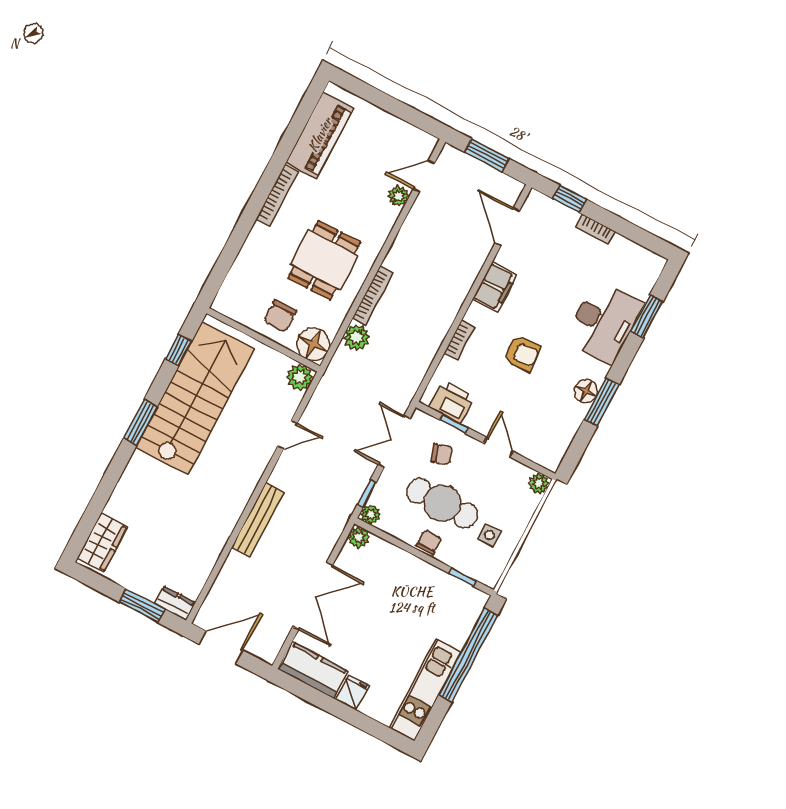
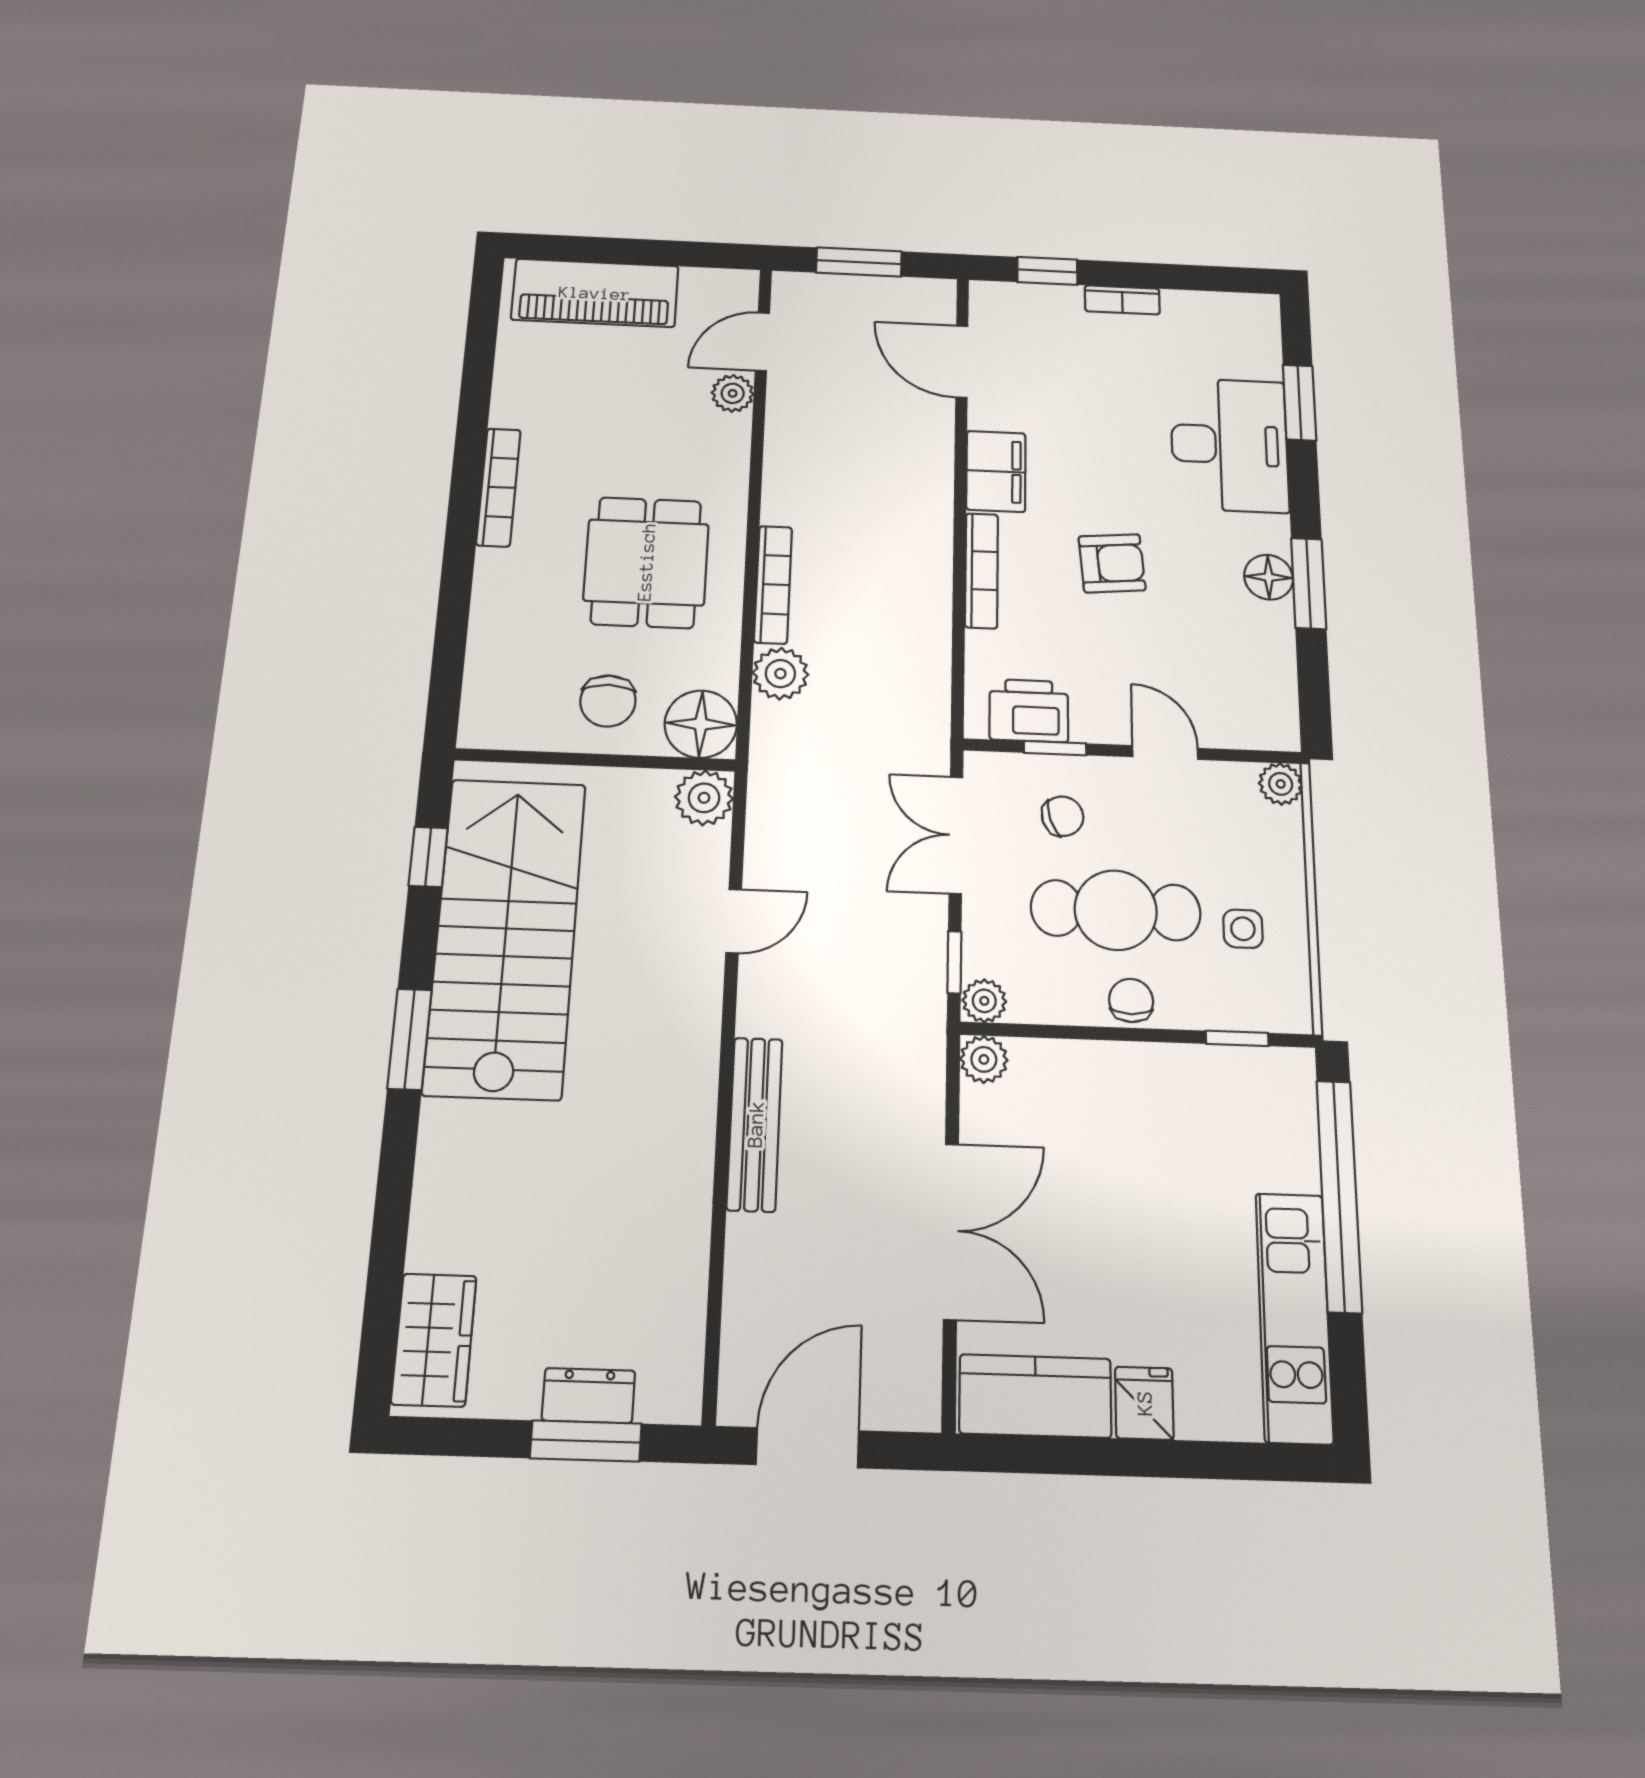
piano: (320, 135) -> (595, 293), moved, turned 90
bookcase: (459, 340) -> (981, 570), width x1.56
dresser: (175, 603) -> (589, 1396), moved

